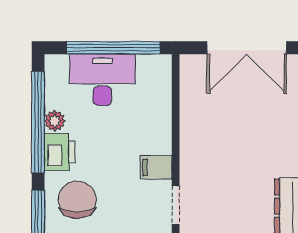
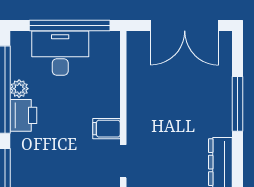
chair: (77, 200) -> (39, 157), removed

